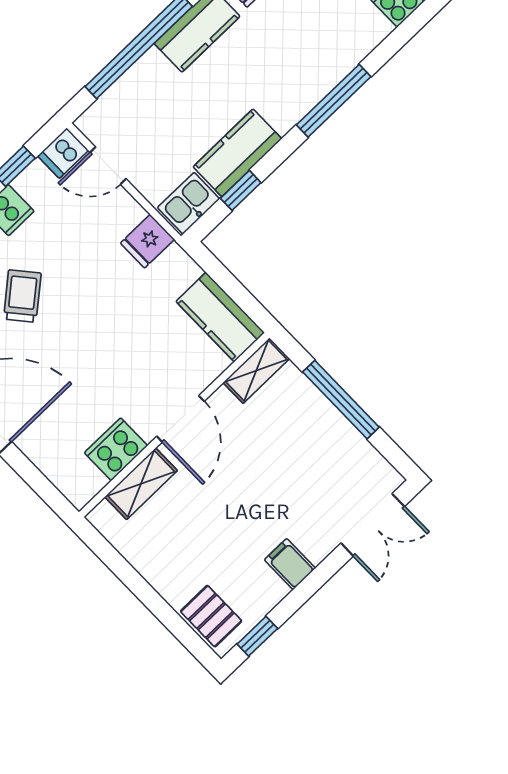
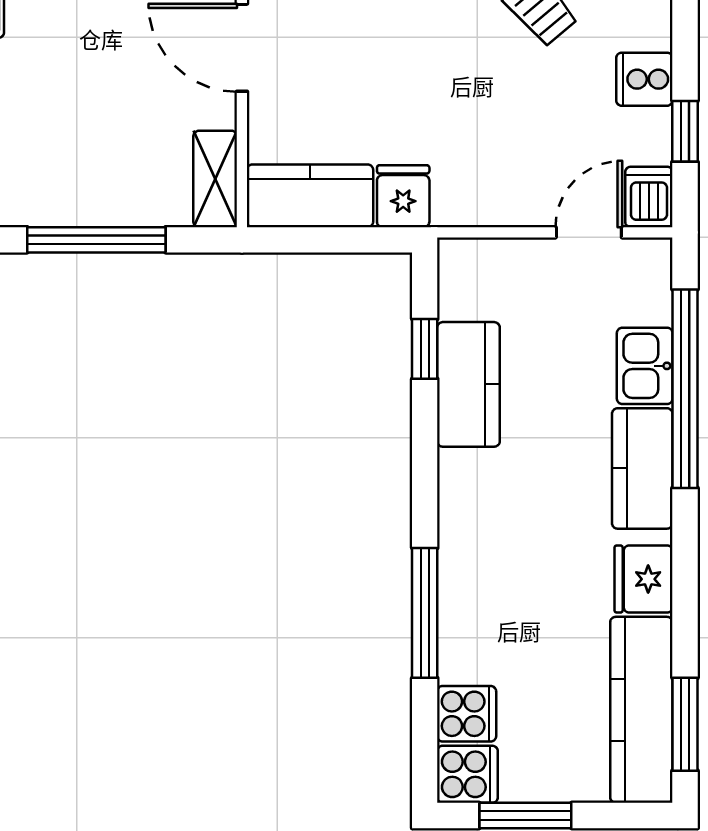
window: (334, 101) -> (425, 613), moved
kitchen sink: (189, 203) -> (645, 366), moved, turned 180
fridge: (147, 241) -> (403, 196), moved

